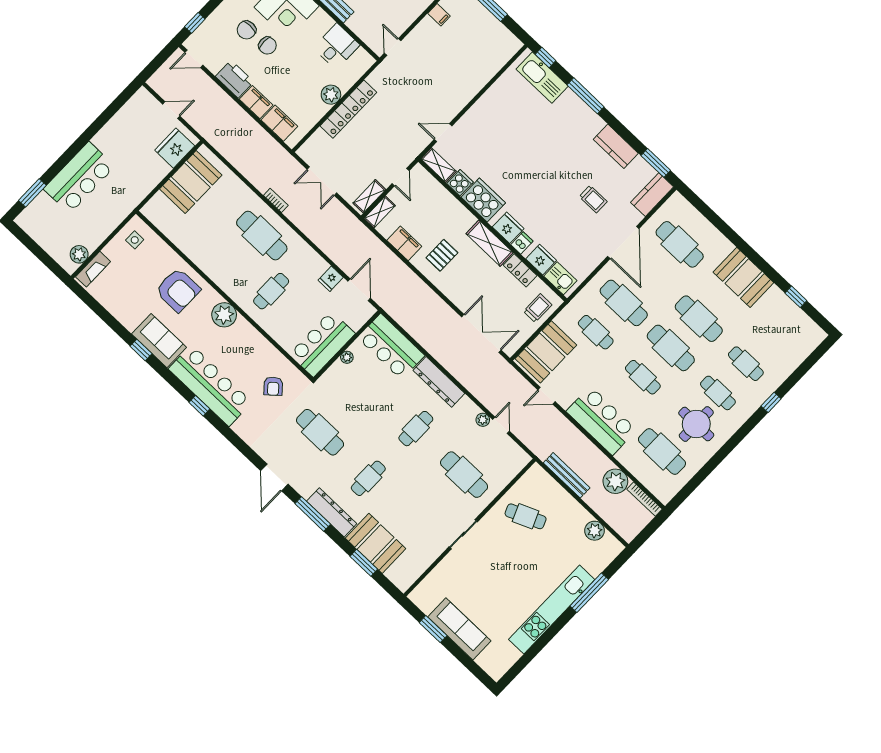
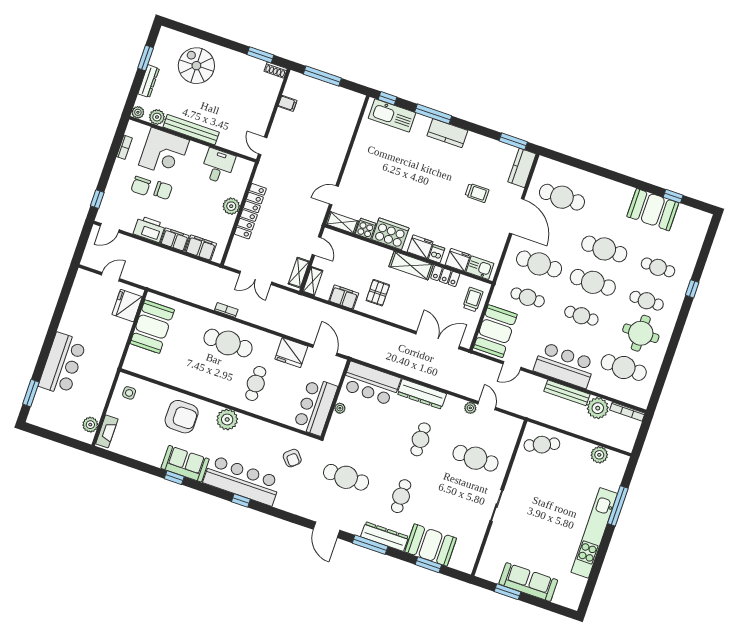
kitchen counter: (616, 146) -> (447, 133), moved
booth: (743, 277) -> (653, 210), moved
fridge: (331, 279) -> (291, 353), width x1.88, depth x1.34
bench: (567, 475) -> (567, 393), moved
cafe table: (526, 516) -> (542, 445), moved

